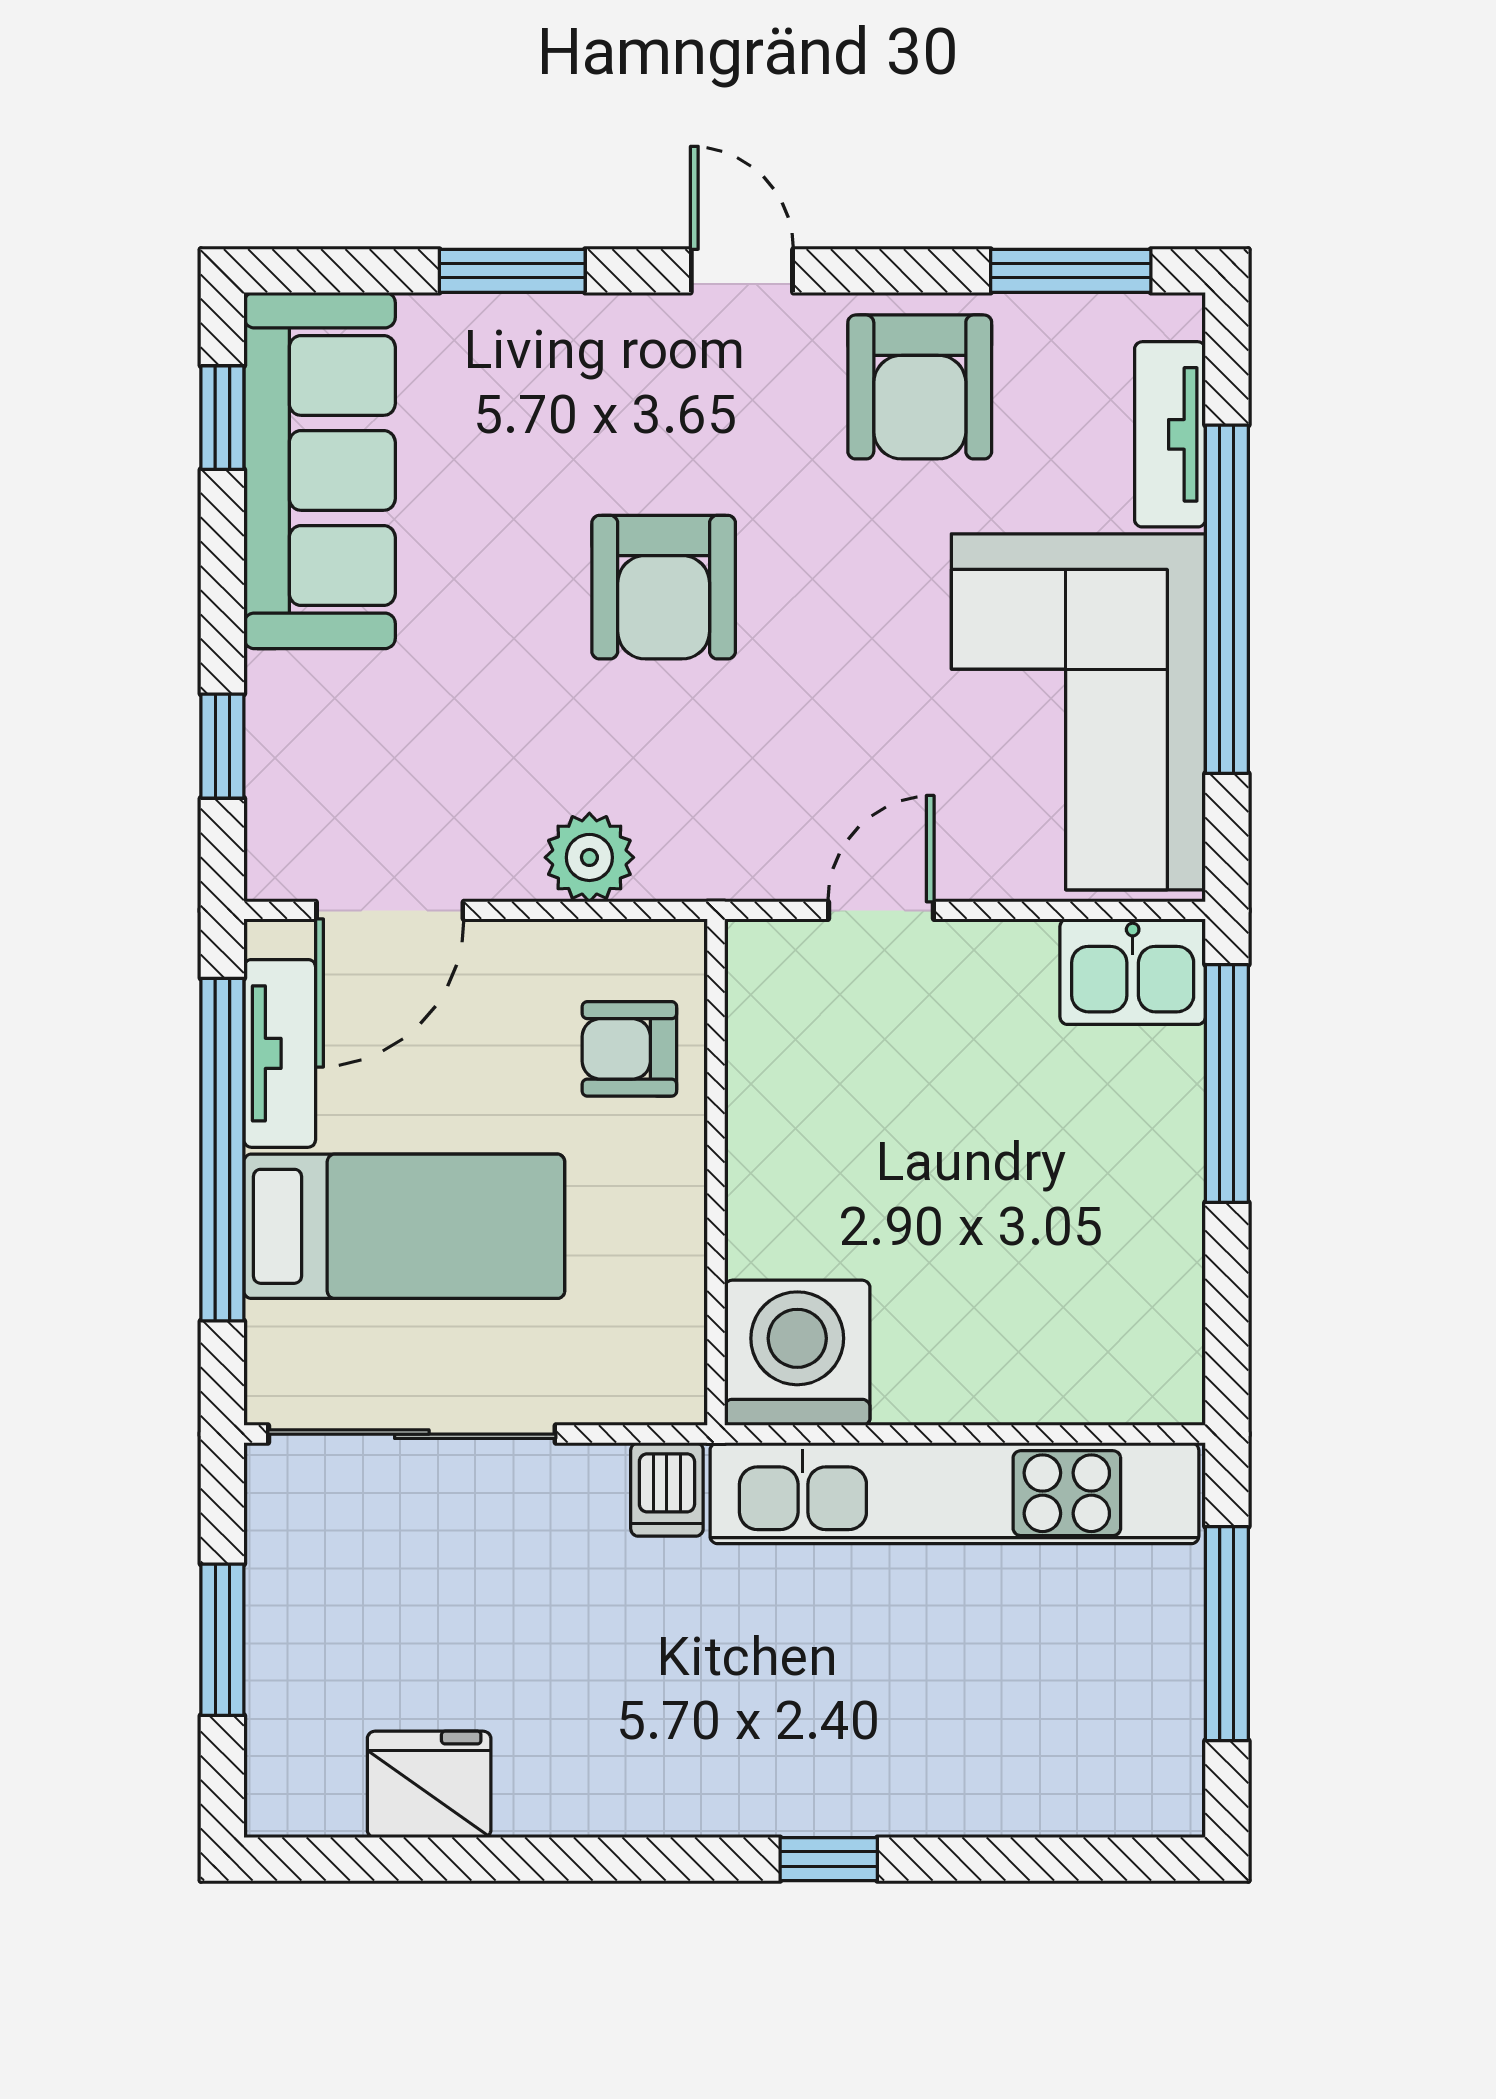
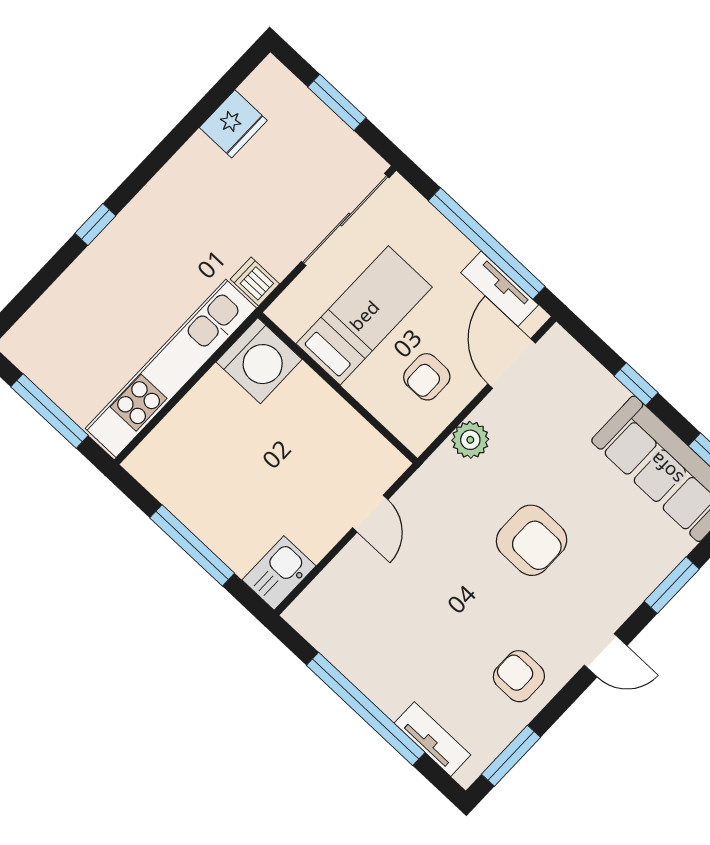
armchair: (920, 387) -> (519, 676), width x0.72, depth x0.72
armchair: (664, 587) -> (532, 540), turned 180
corner sofa: (1078, 712) -> (374, 631), removed
window: (222, 746) -> (636, 384), moved
armchair: (629, 1049) -> (427, 377), moved, turned 180
window: (1227, 1084) -> (192, 545), moved
bed: (404, 1226) -> (364, 315), moved, turned 180

